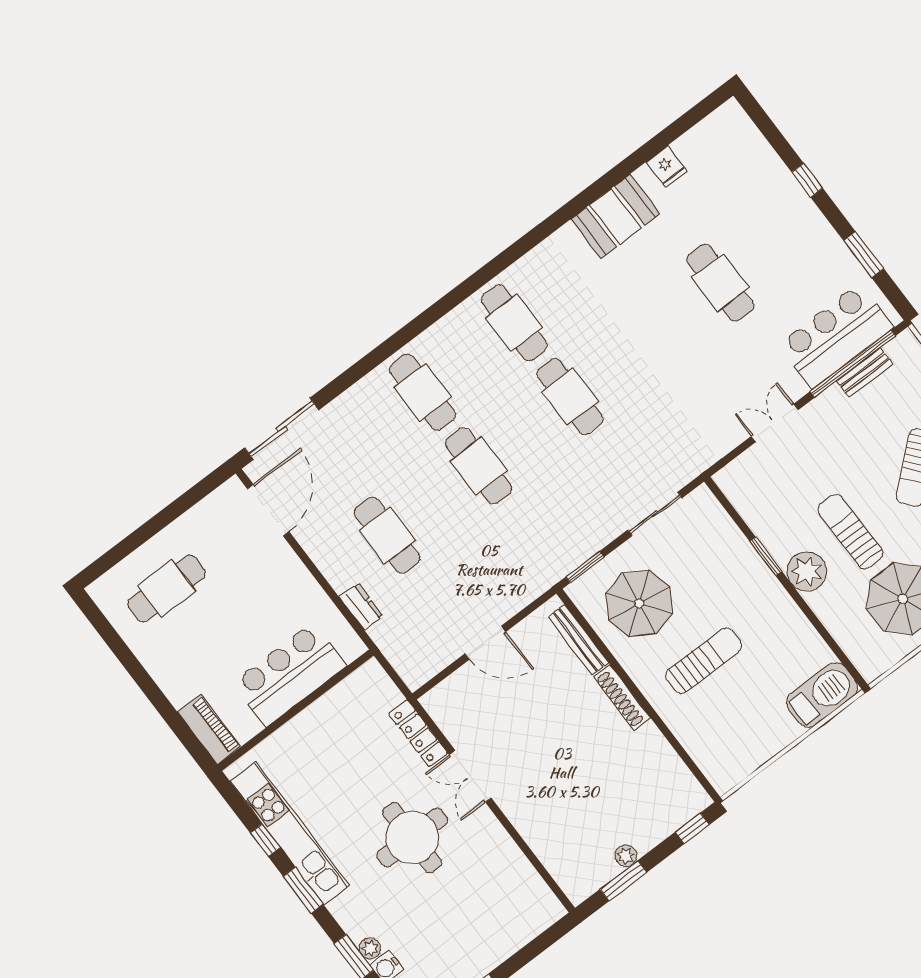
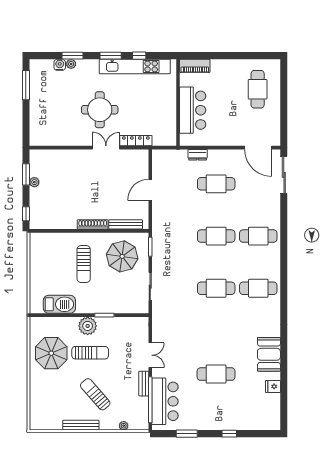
bench: (865, 373) -> (144, 384), moved
barbecue: (822, 695) -> (59, 304), moved, turned -90

